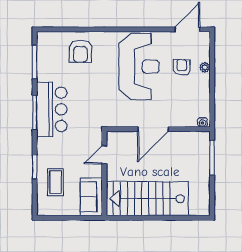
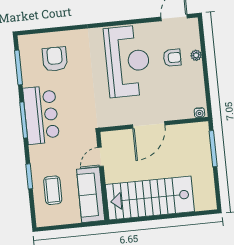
armchair: (80, 51) -> (55, 59), moved, turned 180
armchair: (182, 67) -> (172, 58), turned 90
sofa: (91, 197) -> (91, 195), width x1.36

